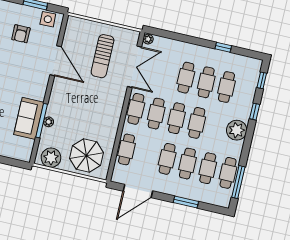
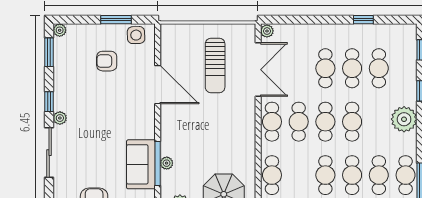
armchair: (21, 34) -> (107, 61), turned 90

